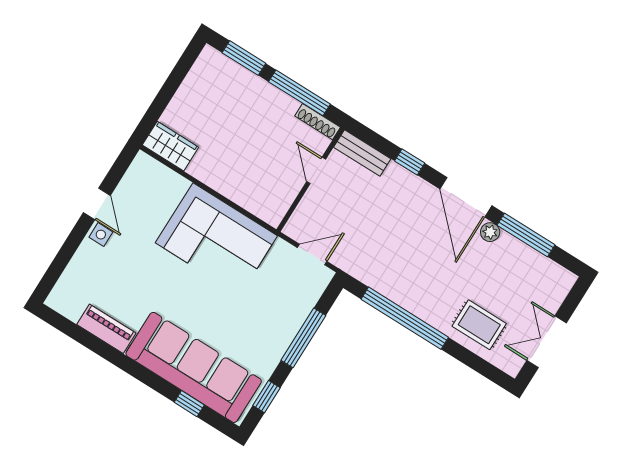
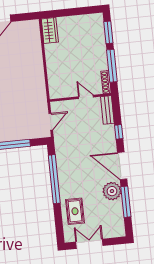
door: (316, 170) -> (86, 97), hinge flipped
door: (466, 197) -> (122, 166), hinge flipped
plant: (490, 232) -> (112, 191), width x1.88, depth x1.88
corner sofa: (216, 239) -> (27, 78), removed
door: (312, 255) -> (51, 122), hinge flipped

